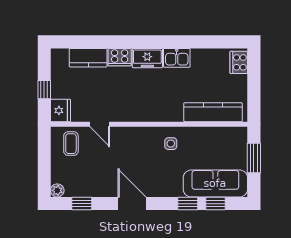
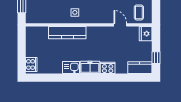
kitchen counter: (88, 58) -> (140, 68), moved
window: (44, 90) -> (156, 58), moved
kitchen counter: (213, 112) -> (67, 33), moved

